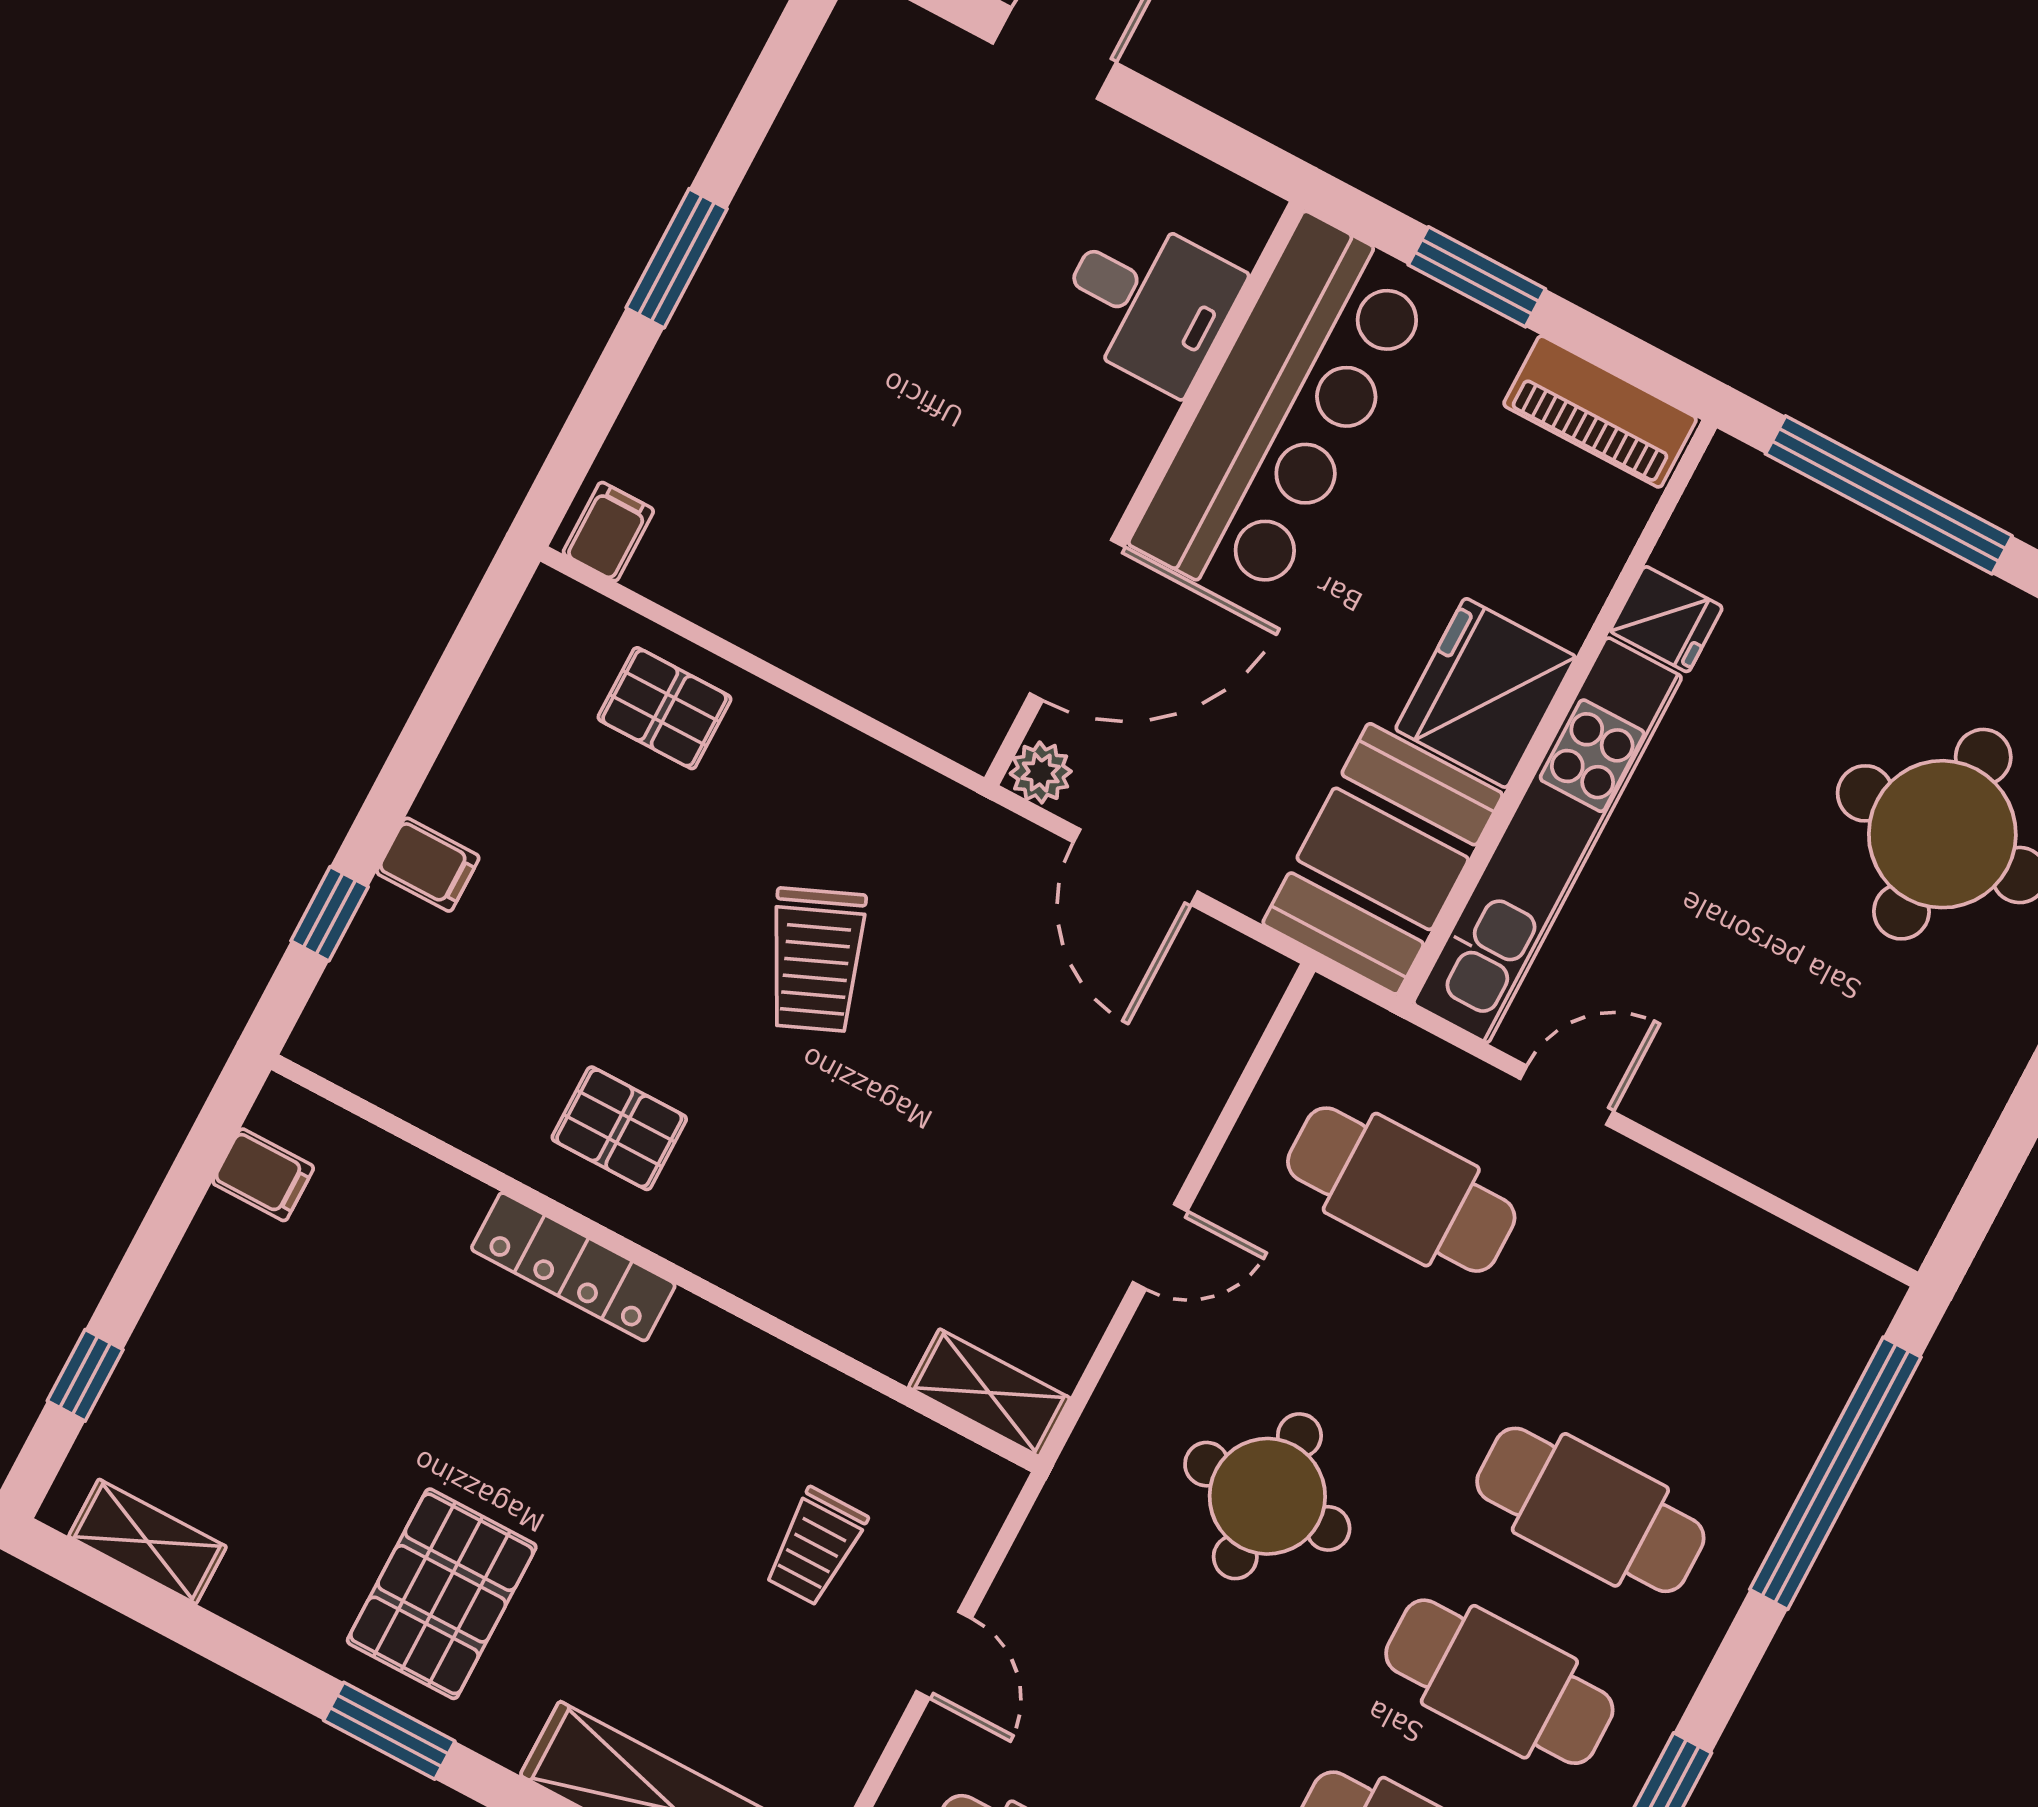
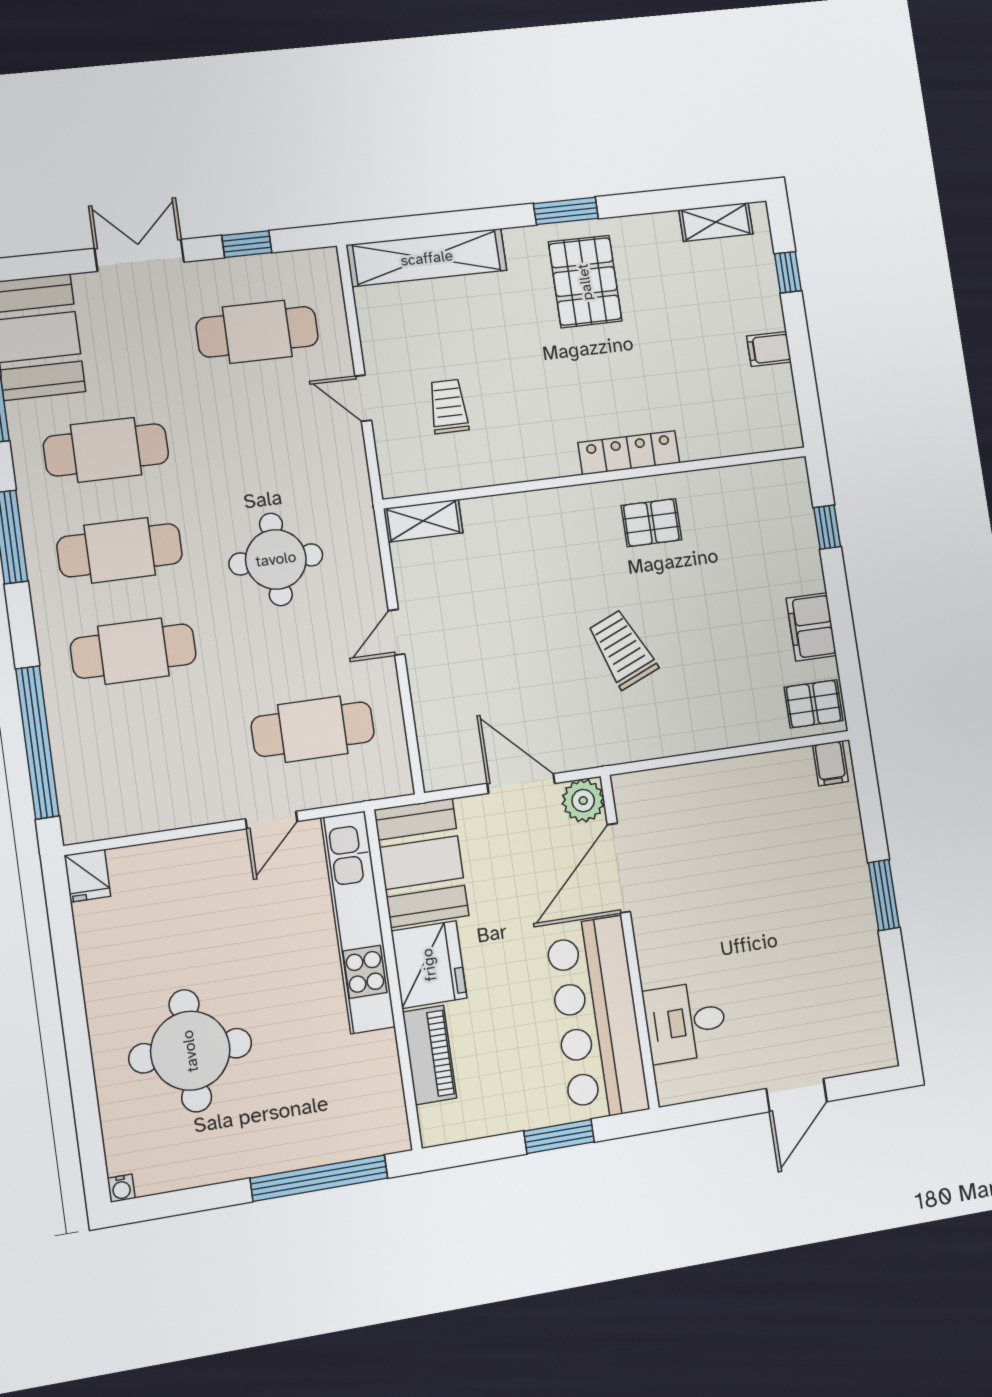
piano: (1600, 412) -> (429, 1055), moved, turned 90
fridge: (1666, 619) -> (87, 876), moved, turned -90
pallet: (664, 708) -> (814, 704), moved
plant: (1041, 772) -> (583, 801), width x1.38, depth x1.38
filing cabinet: (428, 865) -> (811, 627), moved, width x2.00
filing cabinet: (263, 1175) -> (769, 349), moved

